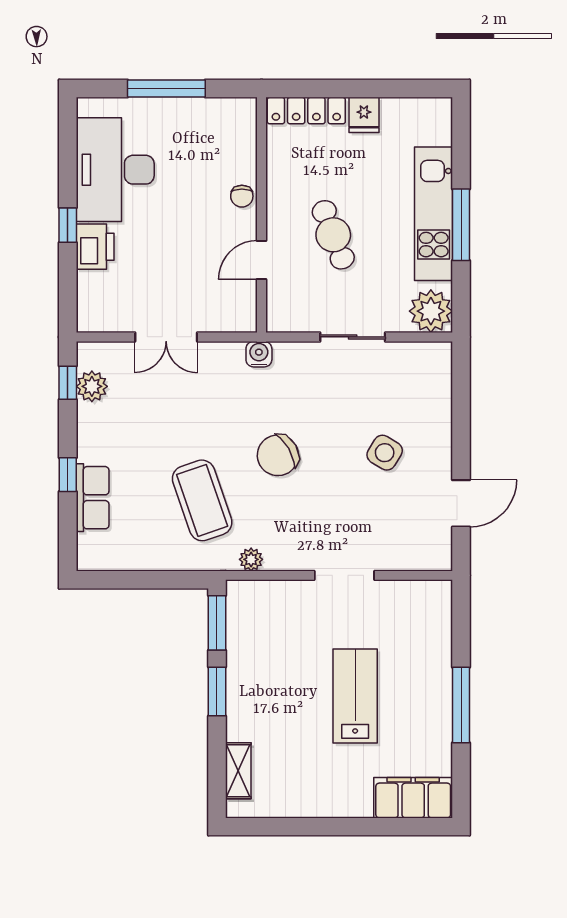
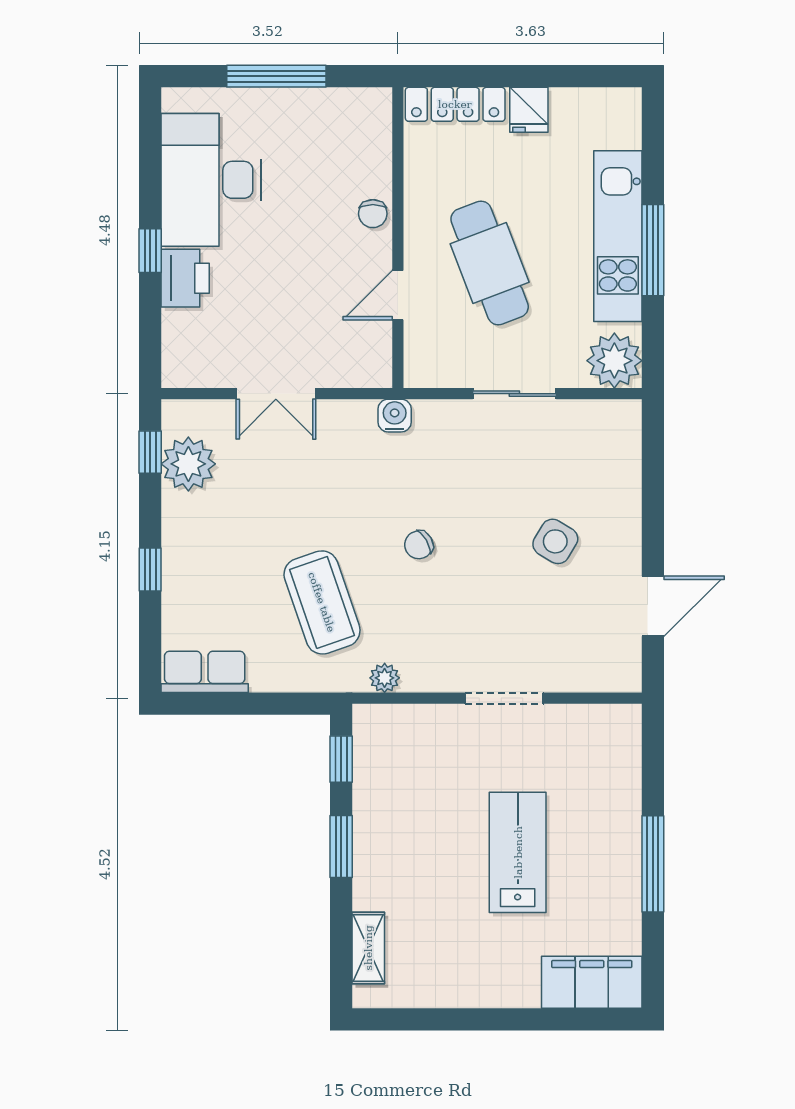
cafe table: (333, 235) -> (490, 263), width x1.37, depth x1.35
plant: (92, 386) -> (188, 464), width x1.36, depth x1.36
chair: (278, 455) -> (419, 545), width x0.54, depth x0.54
row of seats: (93, 498) -> (205, 672), moved, turned -90
window: (217, 623) -> (341, 759), width x0.67

